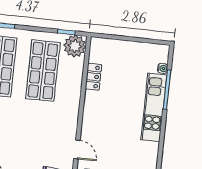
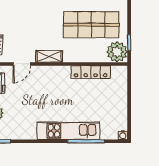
water cooler: (163, 68) -> (123, 135), moved
locker: (93, 77) -> (91, 72), width x1.53
shelving: (72, 119) -> (49, 56), added

